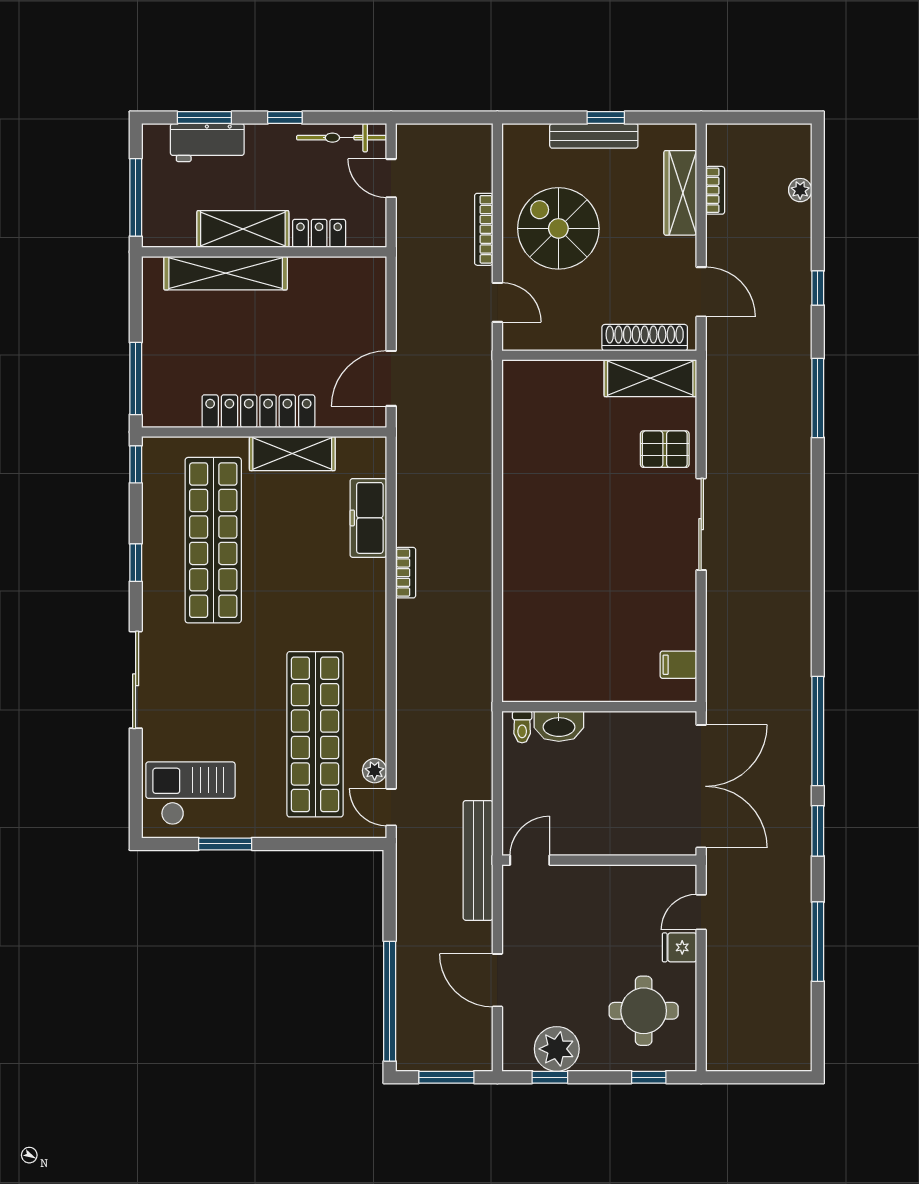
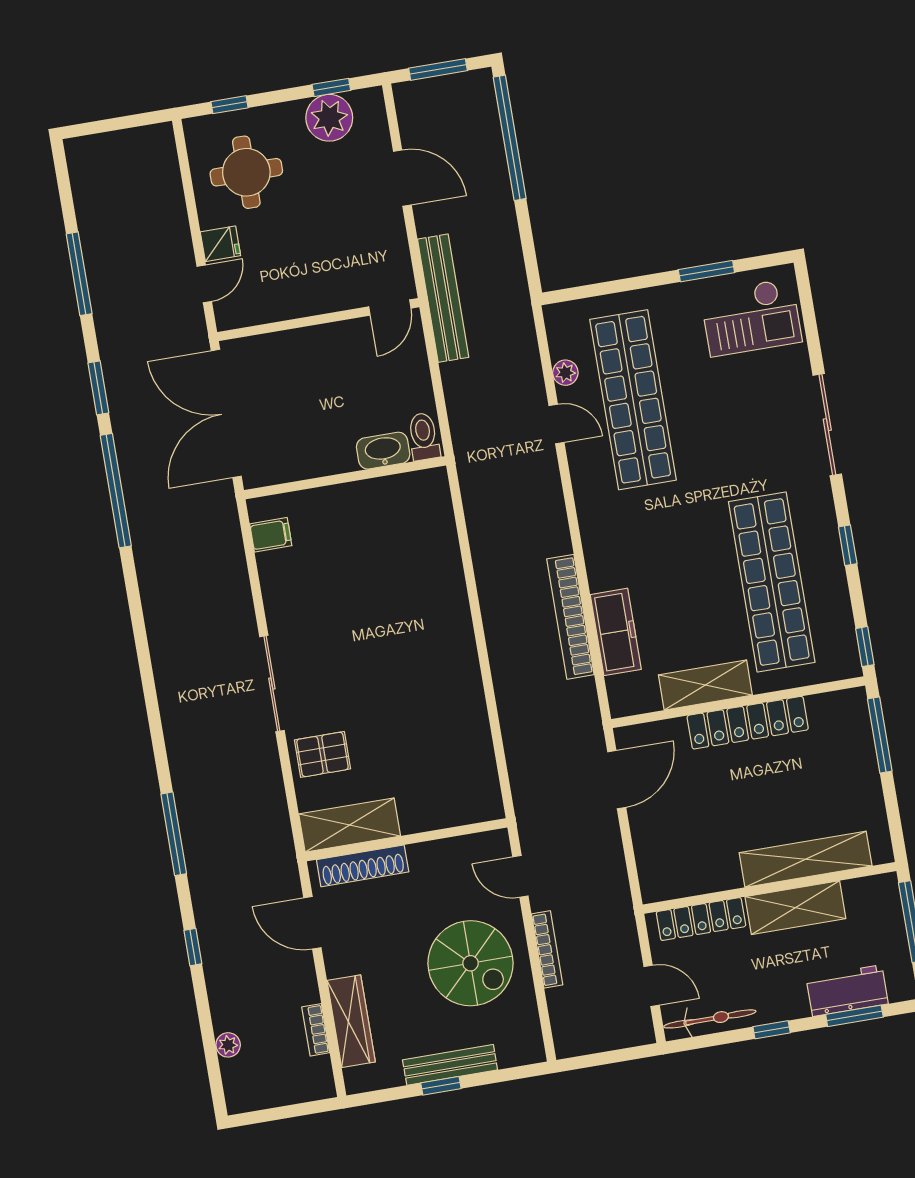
locker: (319, 233) -> (701, 919), width x1.53
bookcase: (406, 573) -> (570, 617), width x2.31, depth x1.31
toilet: (522, 727) -> (424, 436), width x1.37, depth x1.39
door: (391, 807) -> (557, 424), moved

